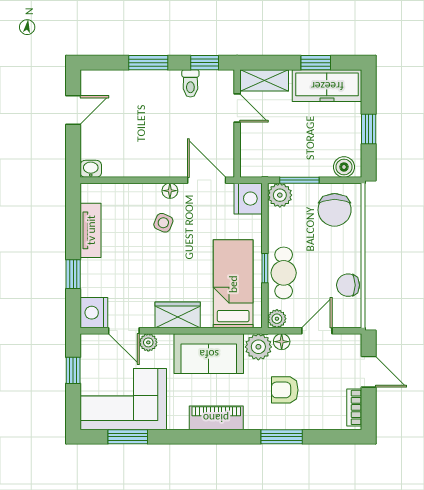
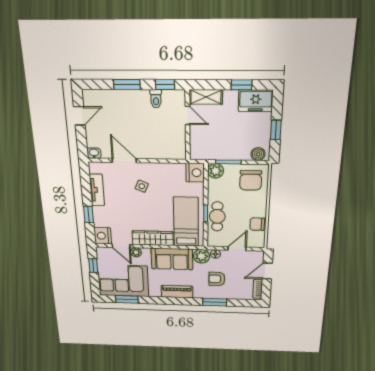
freezer: (327, 86) -> (256, 101), width x0.71
door: (207, 180) -> (124, 161), moved
floor lamp: (170, 191) -> (145, 167), removed
wardrobe: (178, 315) -> (153, 238), width x1.50
plant: (277, 319) -> (213, 242), removed
door: (369, 372) -> (267, 271), swing flipped

